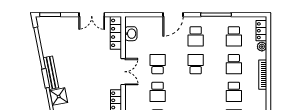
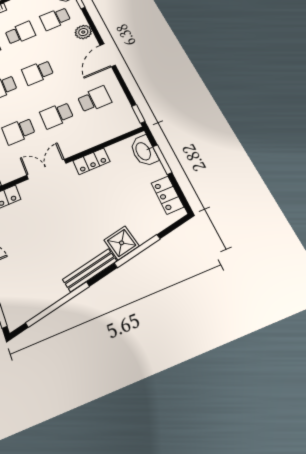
school desk: (158, 92) -> (57, 115), turned 180
school desk: (196, 92) -> (38, 72), added

